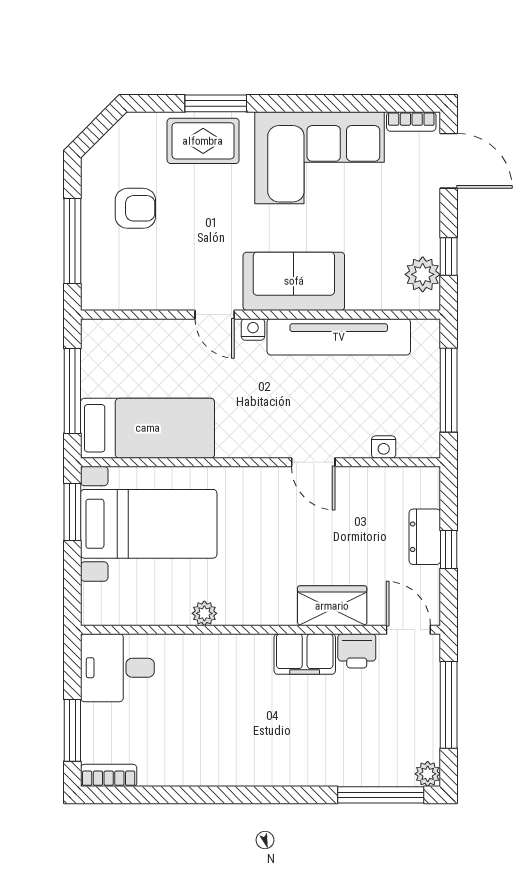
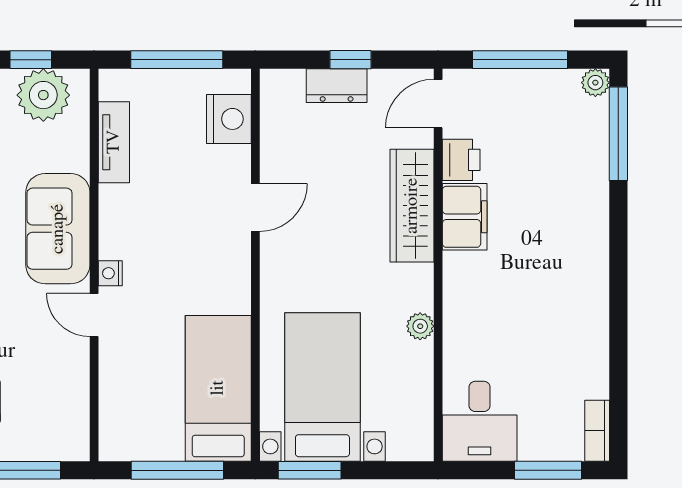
plant: (423, 274) -> (43, 95), width x1.36, depth x1.36
door: (215, 315) -> (94, 315), swing flipped
tv unit: (339, 337) -> (114, 142), width x0.52, depth x0.78
nightstand: (384, 447) -> (229, 119), width x1.89, depth x1.79
wardrobe: (332, 606) -> (412, 206), width x1.50

